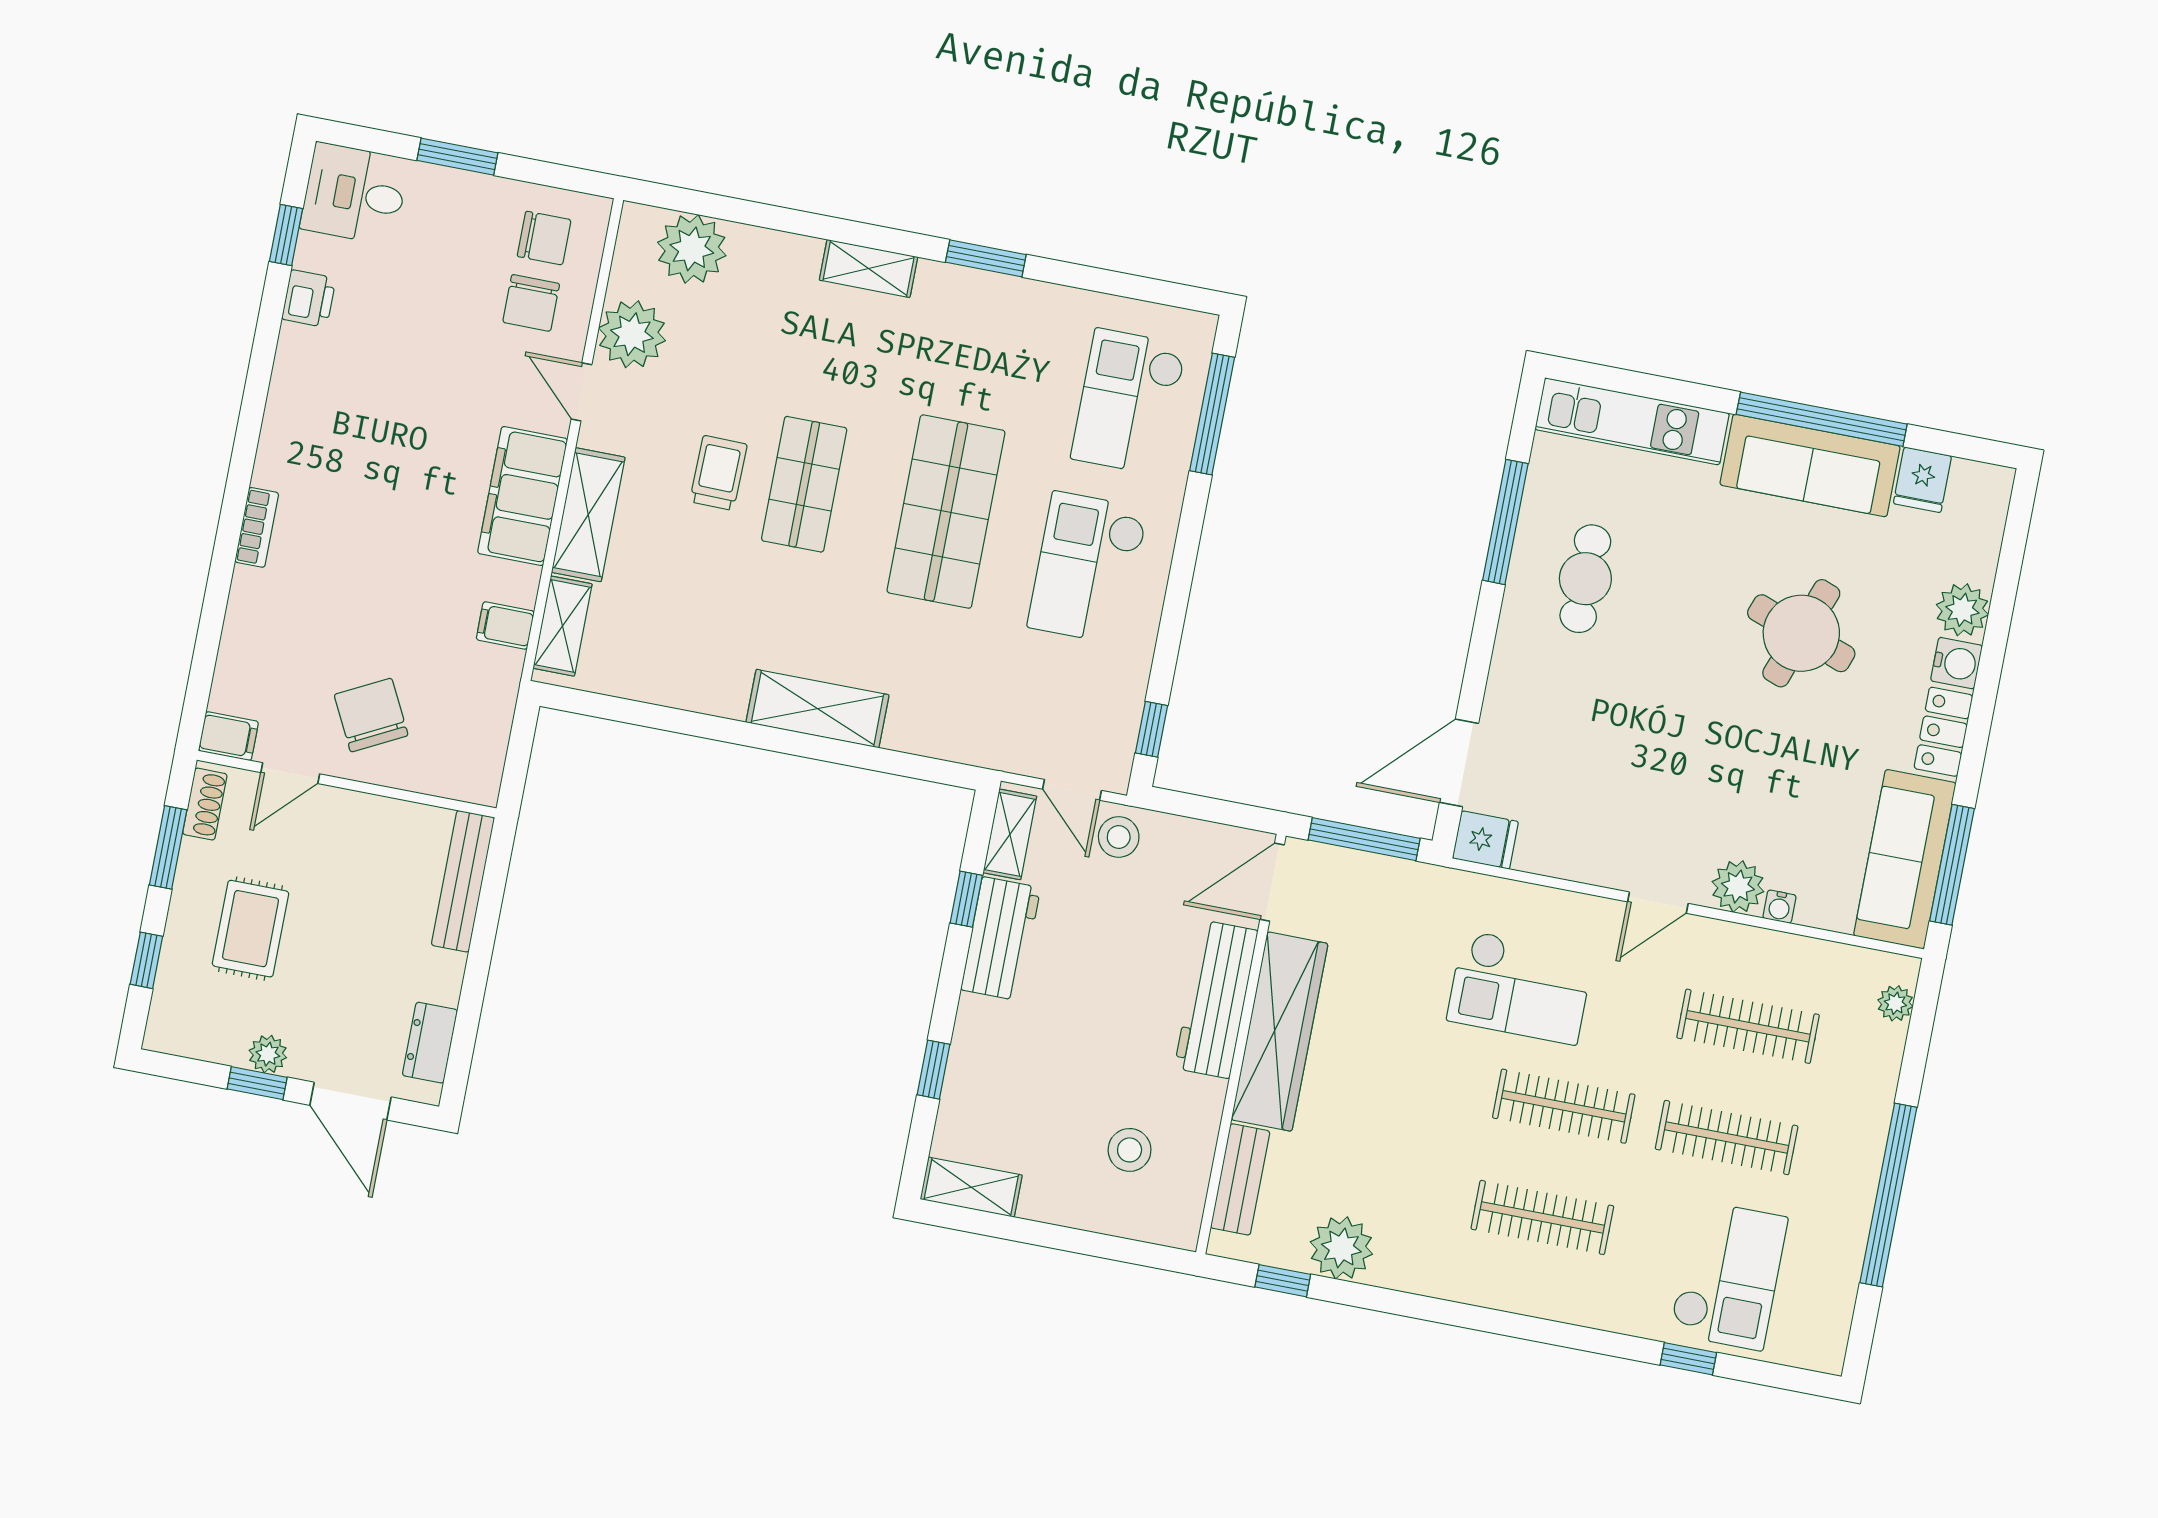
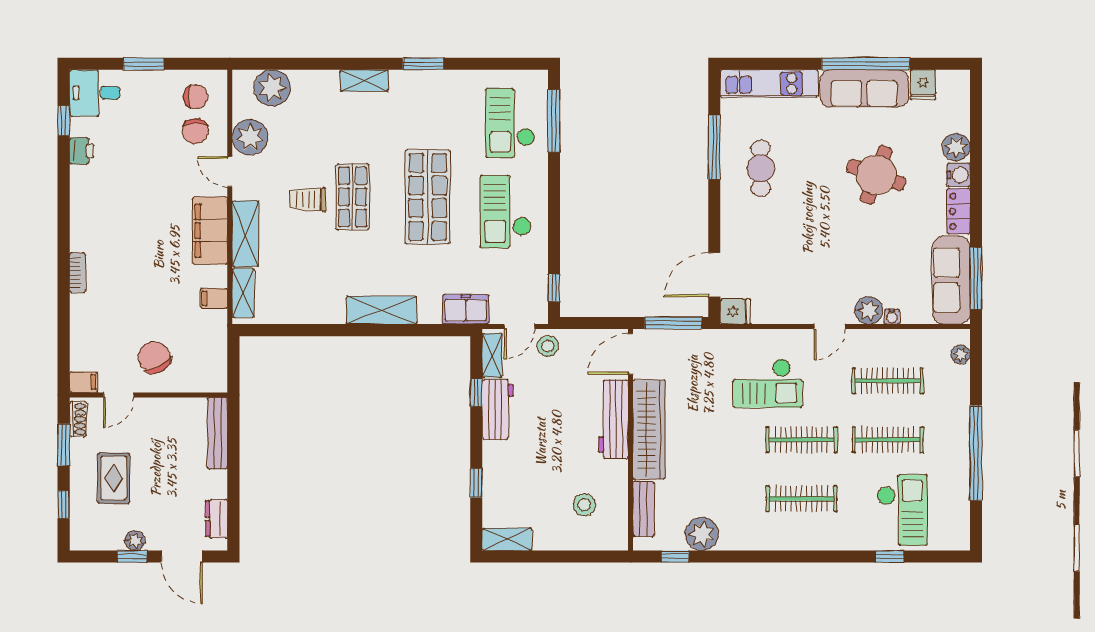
trolley: (718, 473) -> (308, 200), turned -91
freezer: (977, 738) -> (466, 309), added
door: (1072, 790) -> (519, 327), hinge flipped

